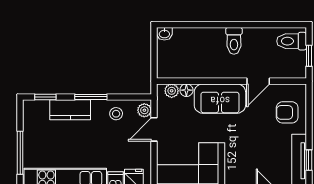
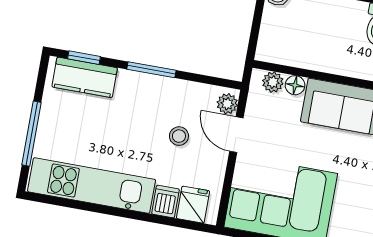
kitchen counter: (70, 110) -> (85, 77), moved
stool: (116, 114) -> (179, 136), moved
door: (154, 129) -> (236, 135), hinge flipped

